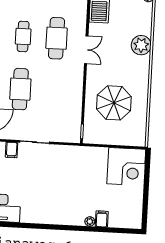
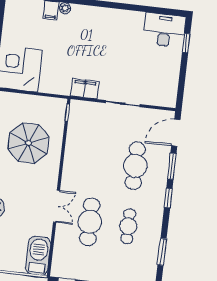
double door: (86, 50) -> (56, 206), swing flipped
filing cabinet: (12, 150) -> (85, 89), moved, width x2.00

